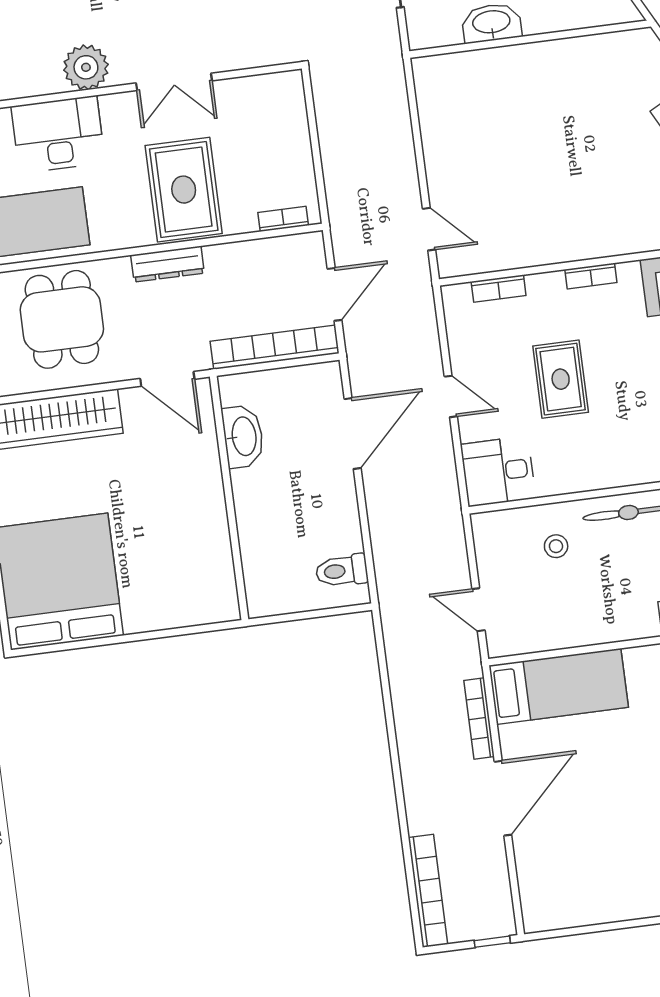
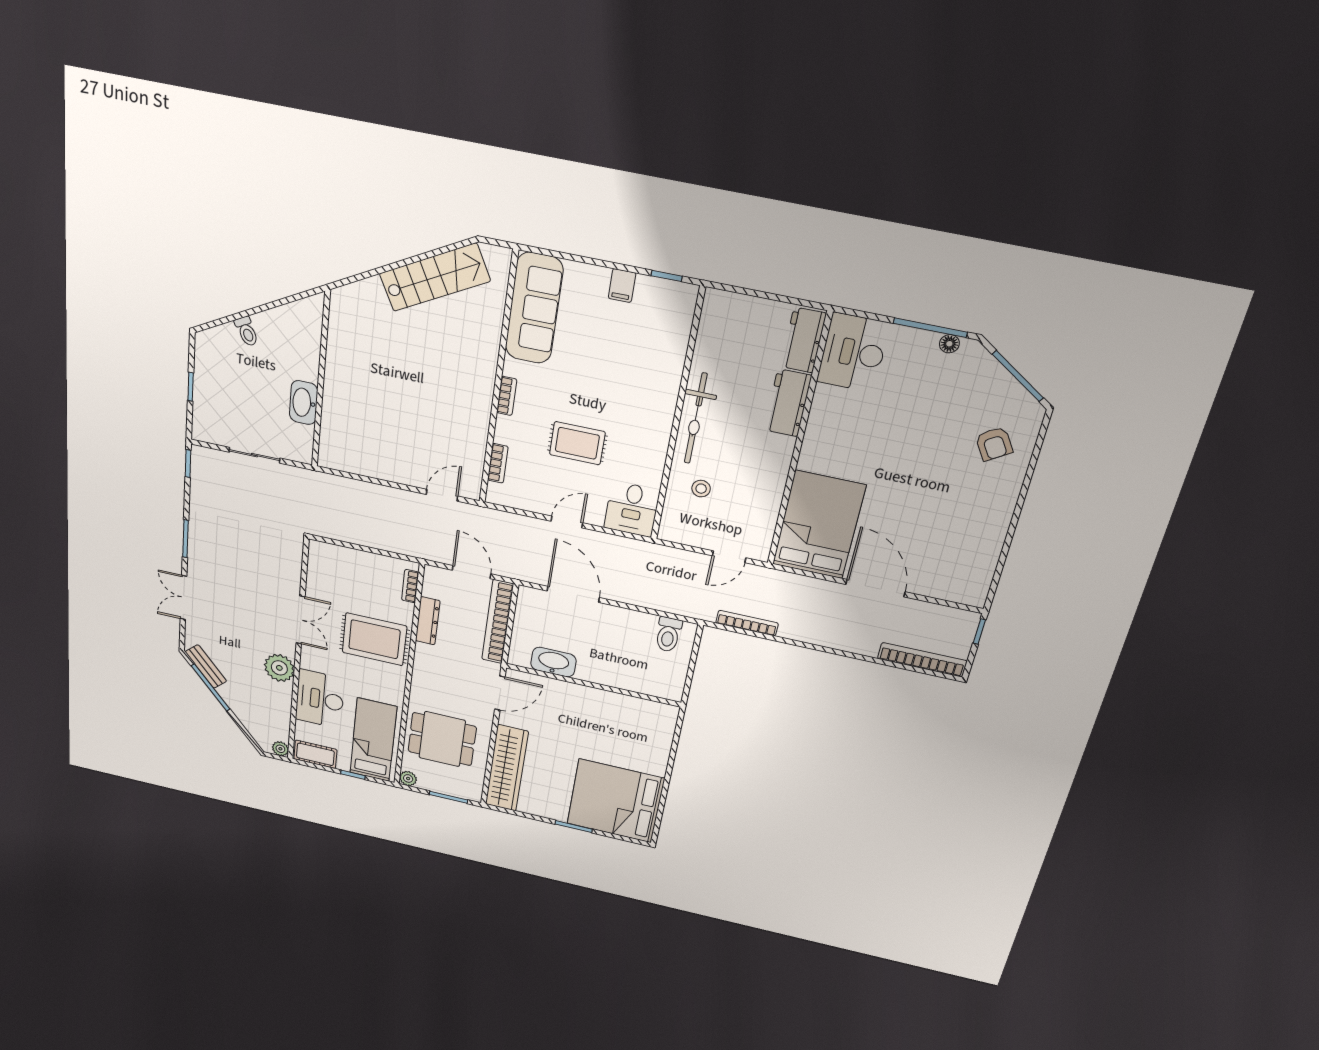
dresser: (168, 264) -> (428, 621), moved
bed: (559, 686) -> (819, 525), width x1.50
bookcase: (479, 718) -> (747, 623), moved, turned 180

